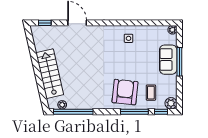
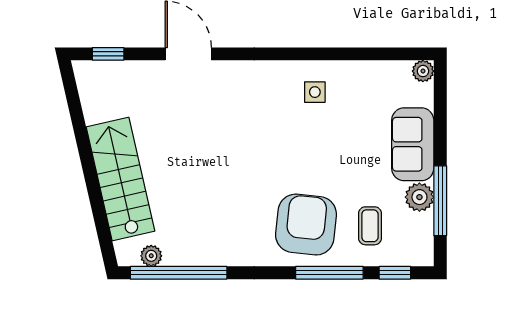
window: (179, 62) -> (440, 201), moved
plant: (171, 103) -> (419, 197), moved

